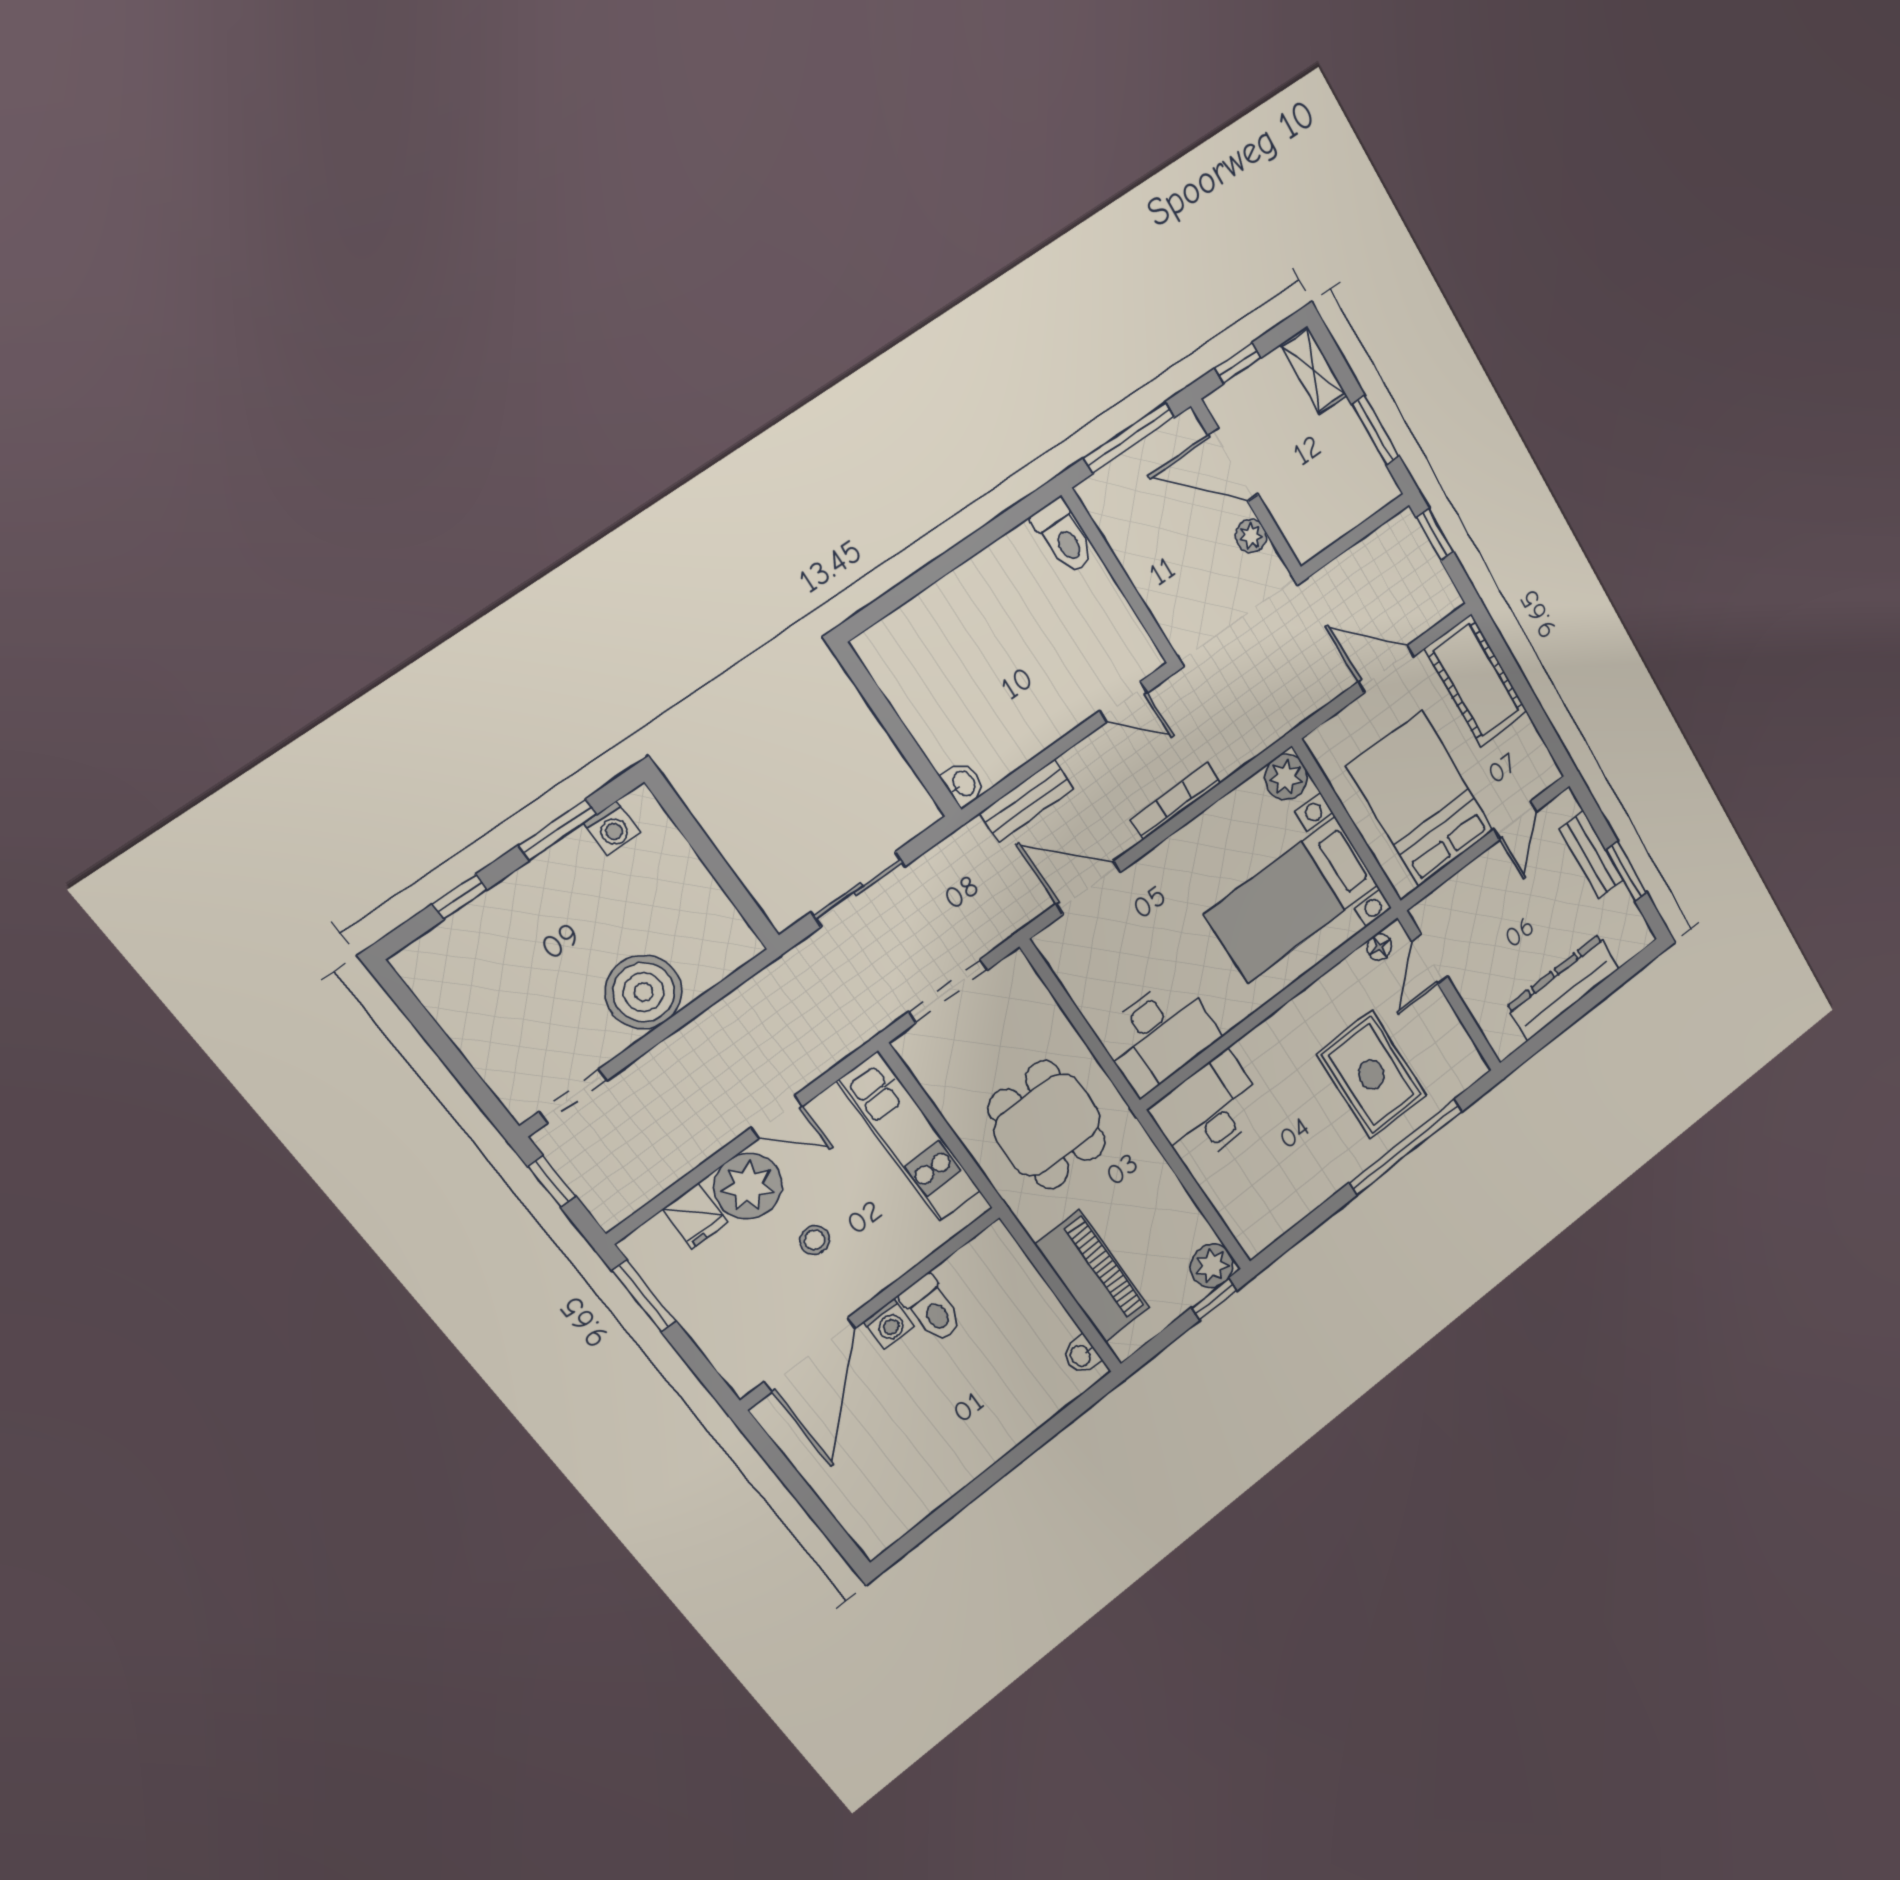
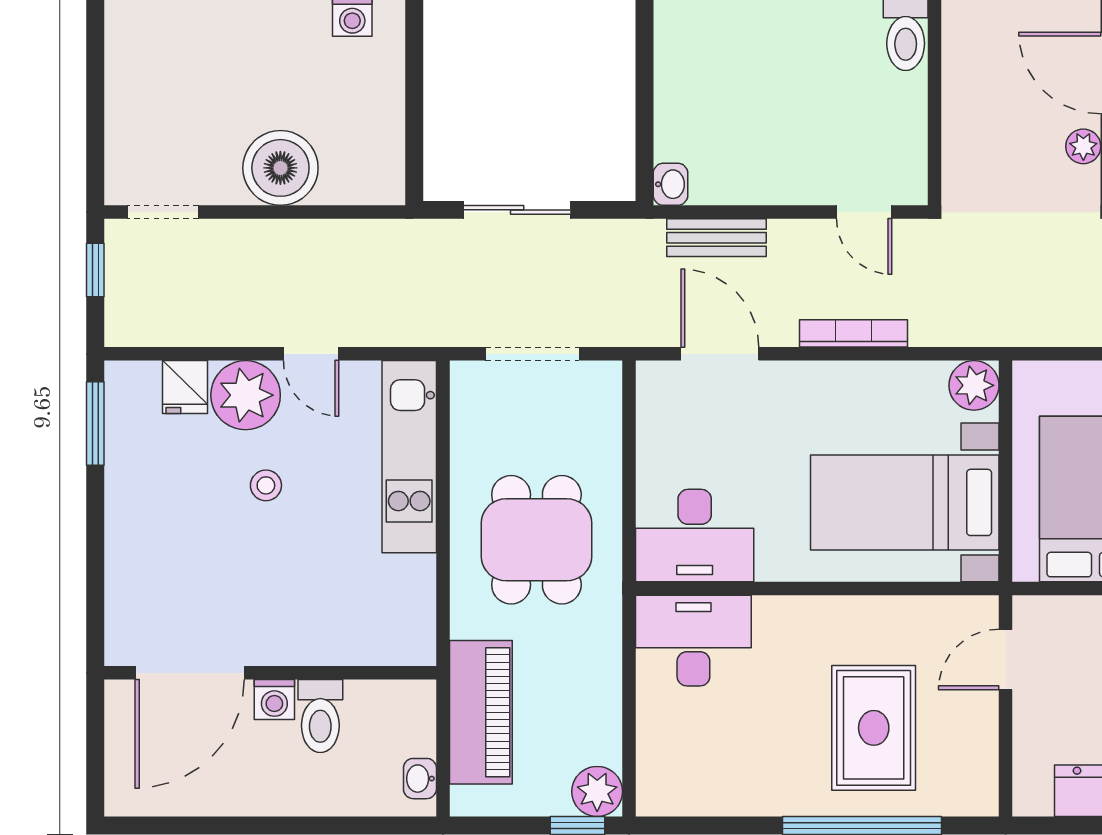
floor lamp: (1379, 947) -> (962, 610), removed
wall: (872, 1308) -> (270, 673), moved
toilet: (932, 1309) -> (320, 716), moved
washing machine: (889, 1324) -> (274, 700), moved
door: (810, 1355) -> (190, 673), moved

